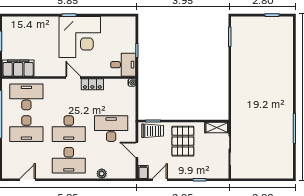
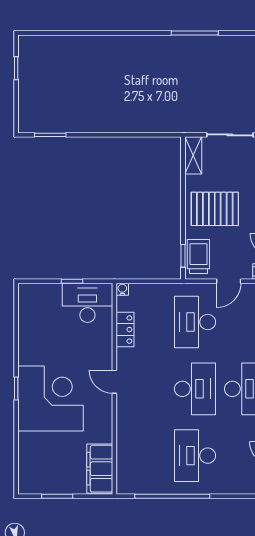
corner desk: (80, 37) -> (51, 398), moved
desk: (123, 65) -> (87, 303), width x1.37
door: (73, 77) -> (114, 382), hinge flipped
locker: (92, 84) -> (125, 330), moved
desk: (26, 97) -> (145, 456), removed
desk: (26, 129) -> (195, 456), turned 180

